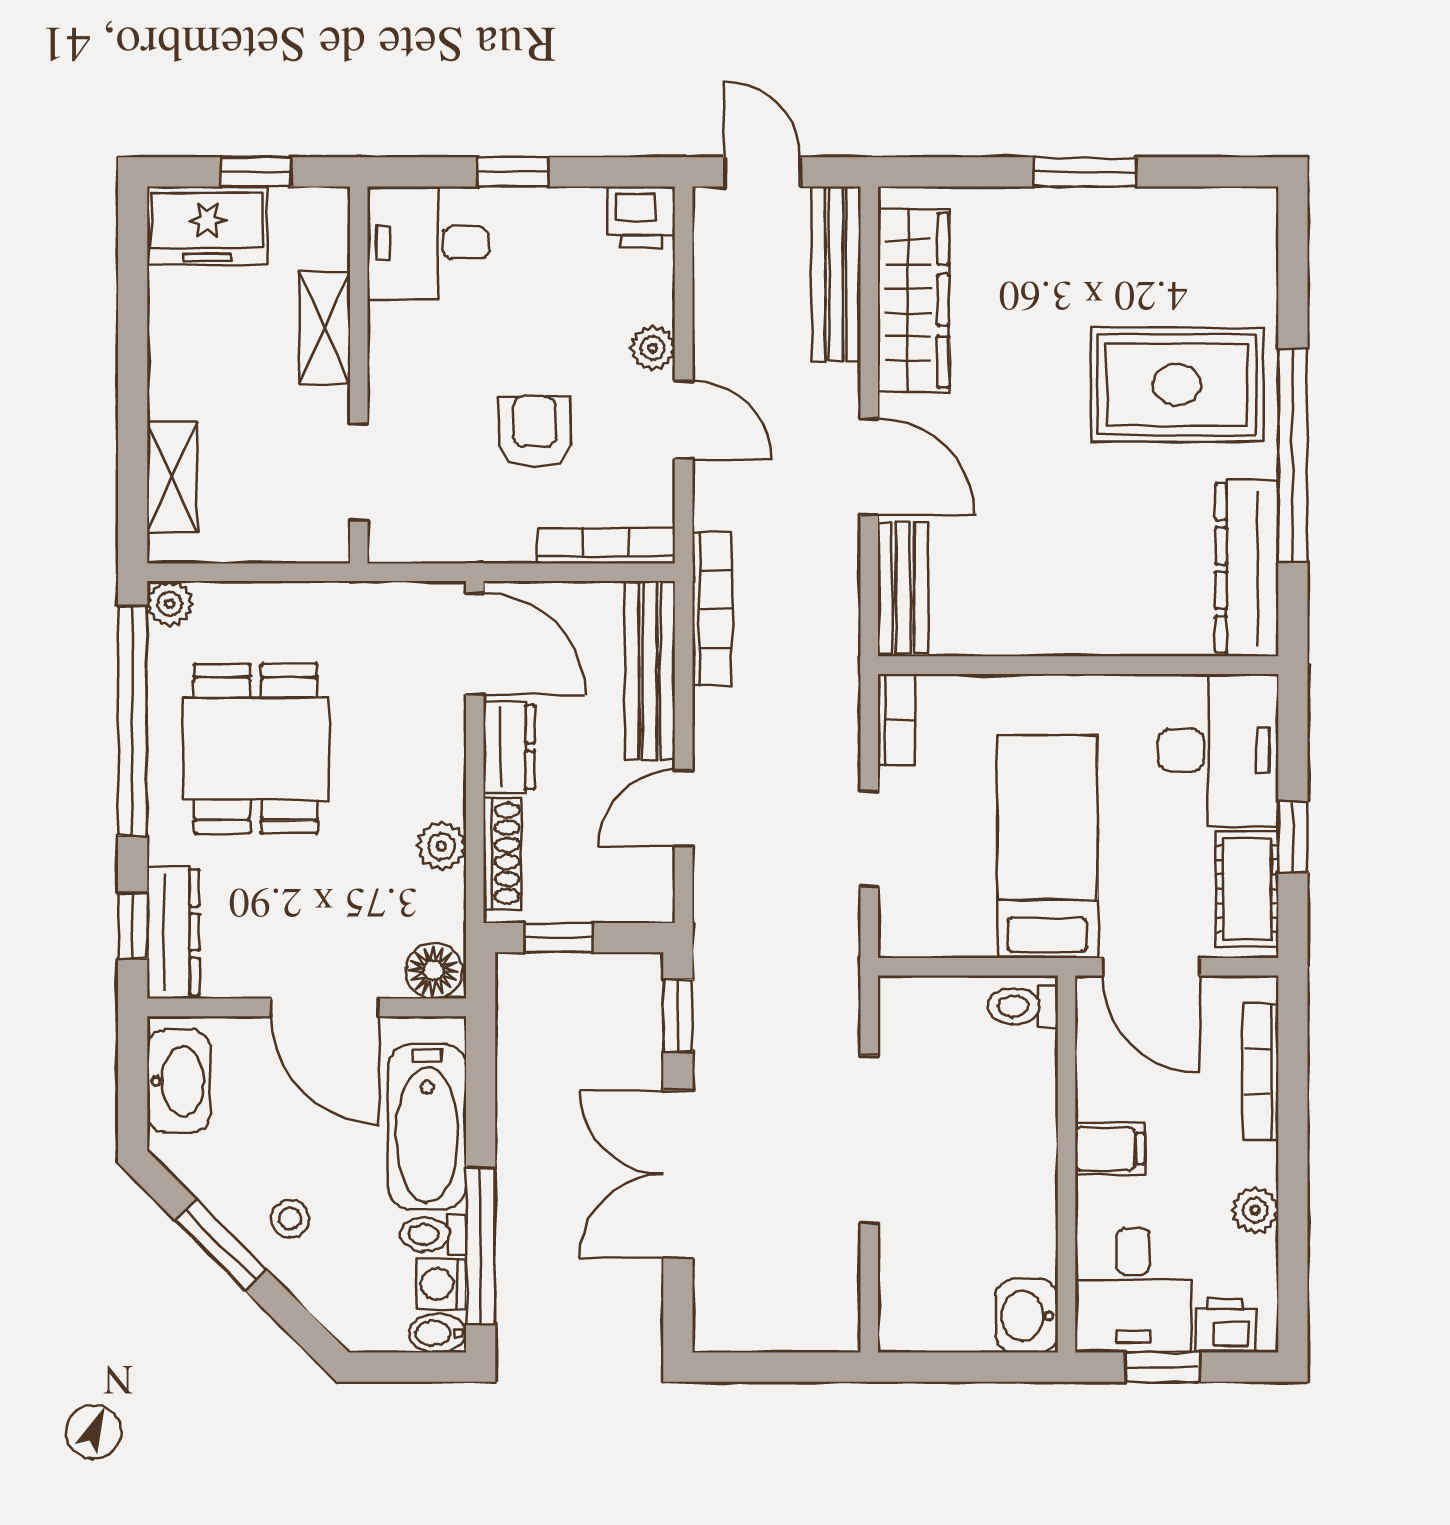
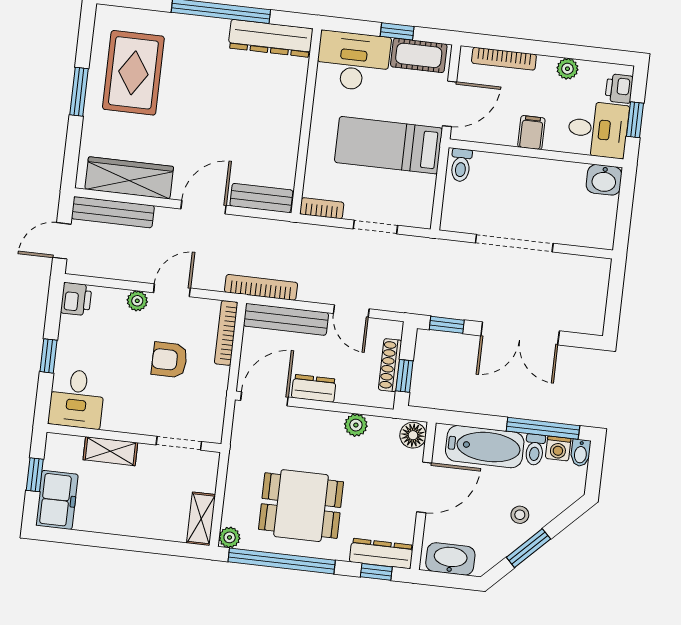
rug: (1177, 385) -> (133, 73), moved
shelving: (172, 477) -> (201, 519), moved, turned 90
shoe rack: (503, 853) -> (390, 365), moved, turned -90

